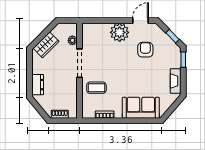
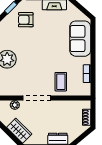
armchair: (145, 50) -> (26, 20), moved

